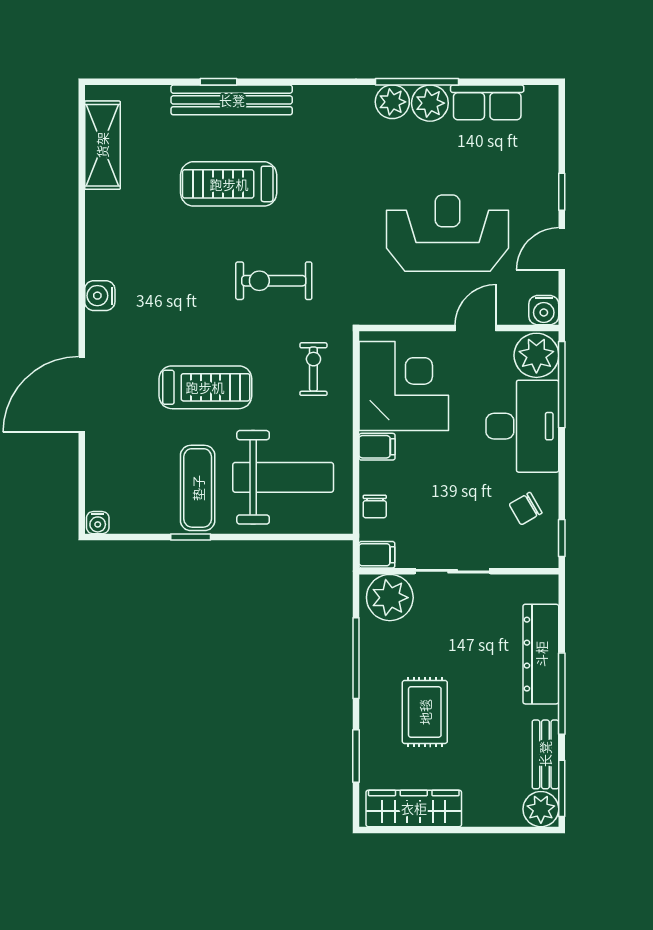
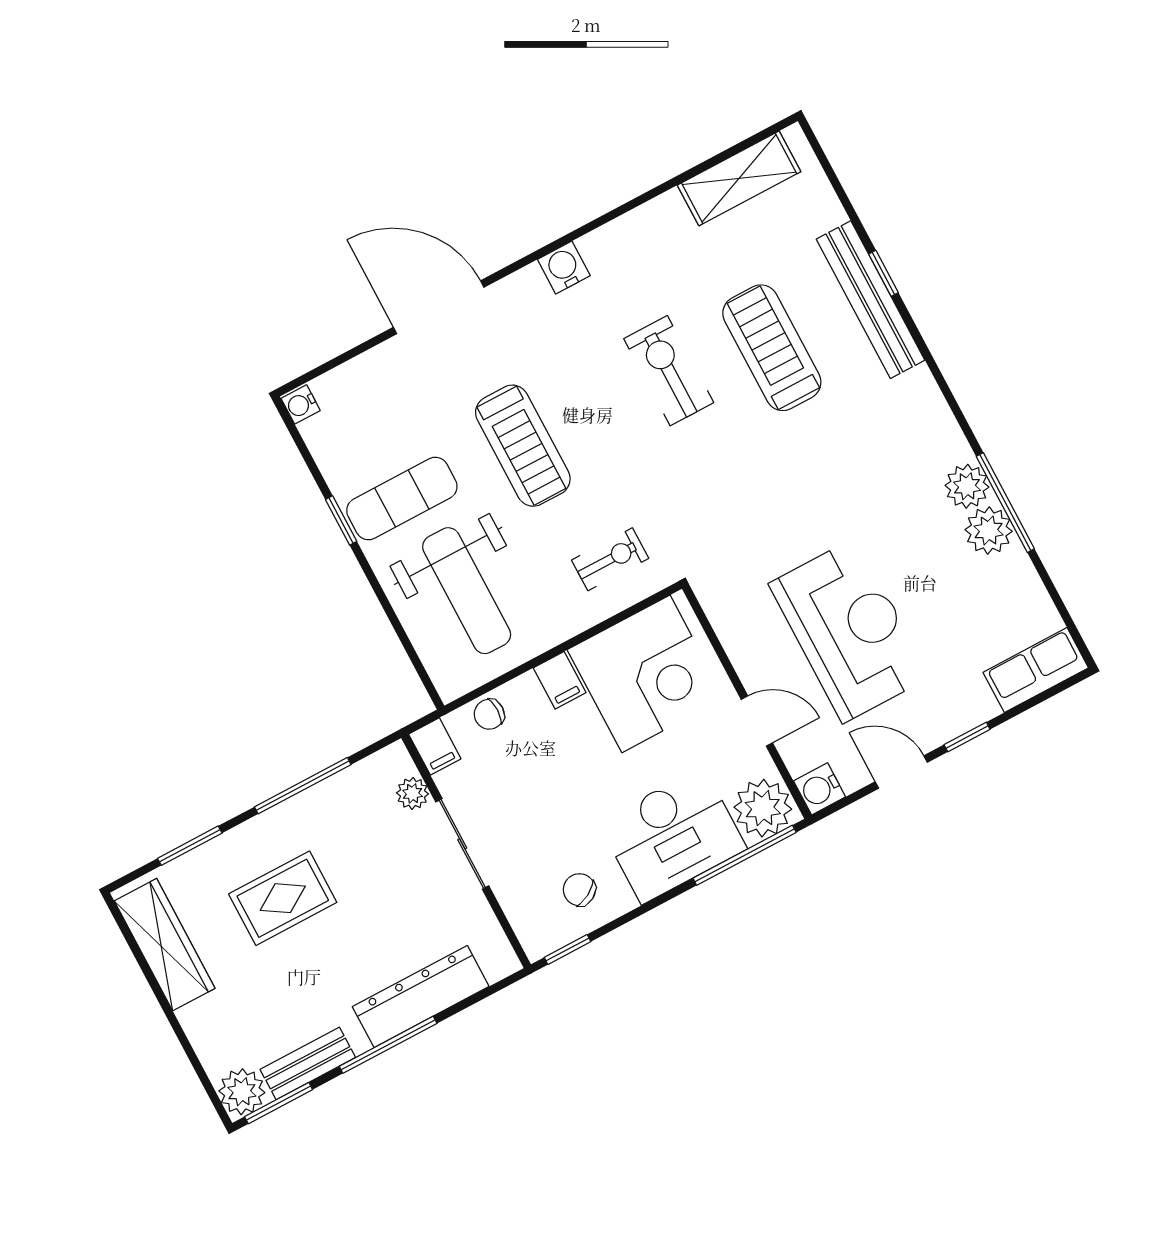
row of seats: (487, 102) -> (1036, 670), moved, turned 90
exercise bike: (274, 281) -> (669, 371), moved
plant: (390, 598) -> (412, 793), width x0.53, depth x0.53

